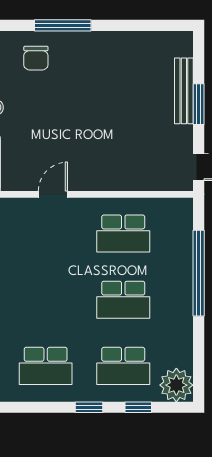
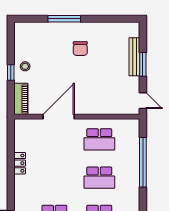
chair: (36, 58) -> (80, 49), moved
door: (53, 194) -> (59, 117), width x1.87

